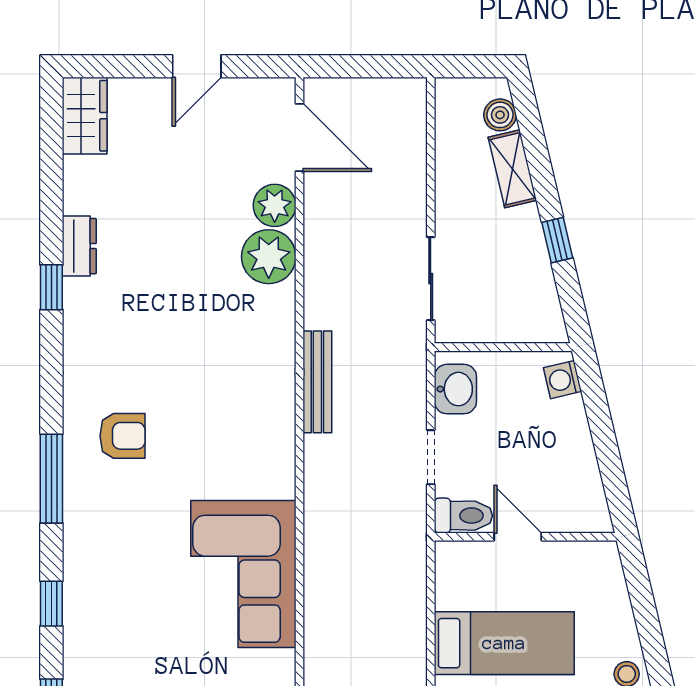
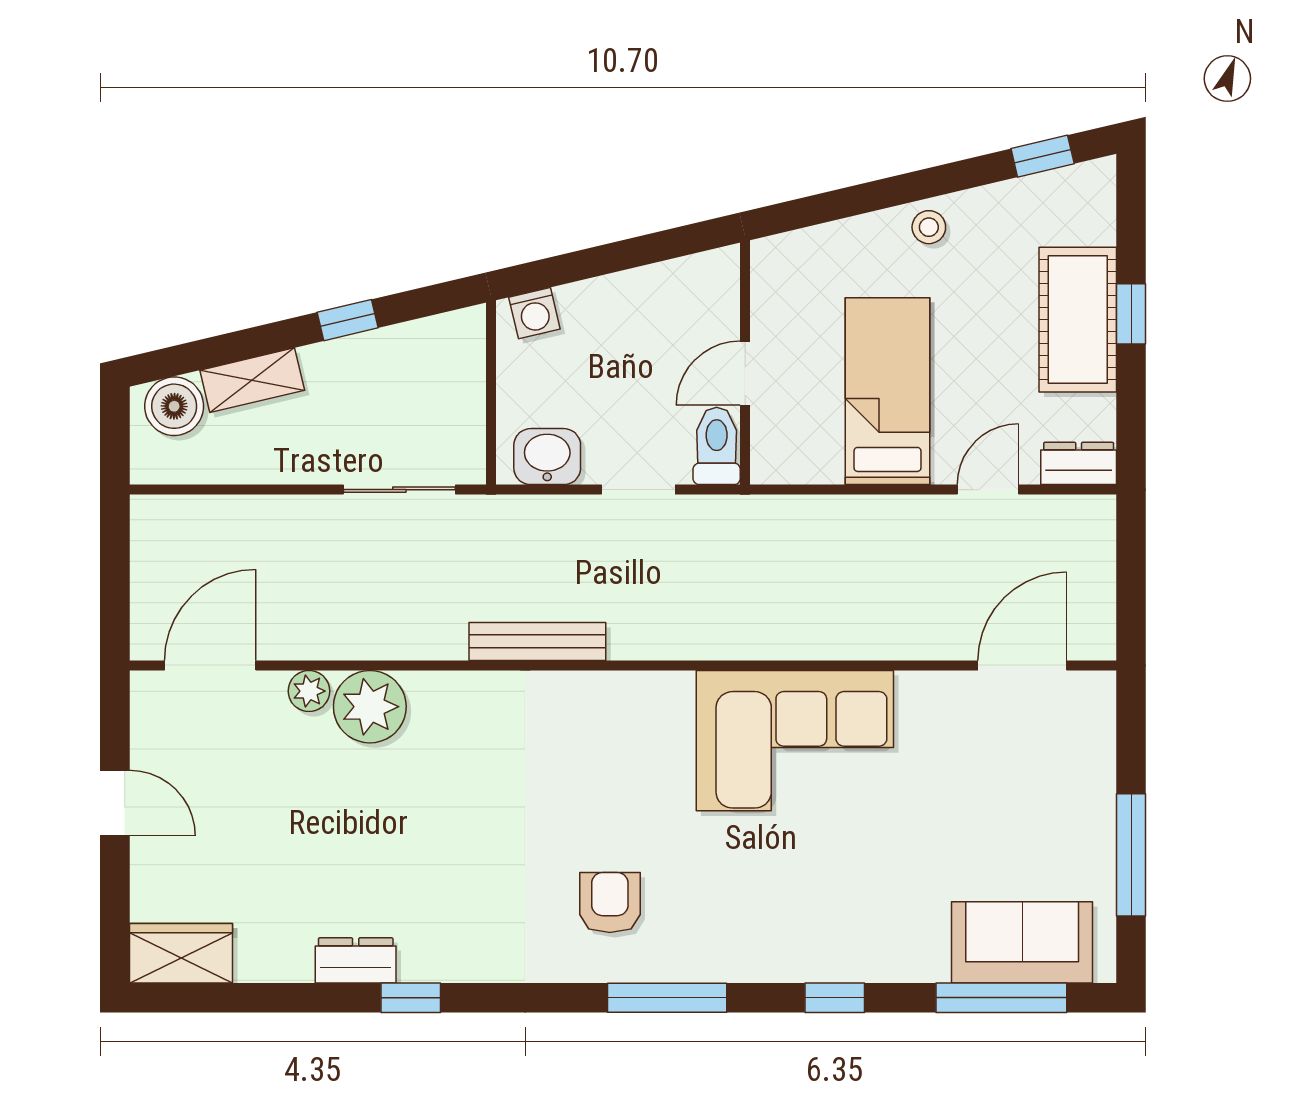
boiler: (500, 115) -> (174, 406), width x1.36, depth x1.36
plant: (275, 205) -> (309, 691), width x0.73, depth x0.73

